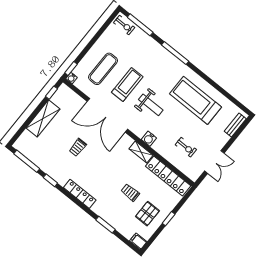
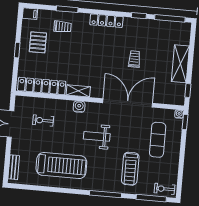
treadmill: (127, 84) -> (130, 169), moved
trolley: (130, 192) -> (62, 27), moved

